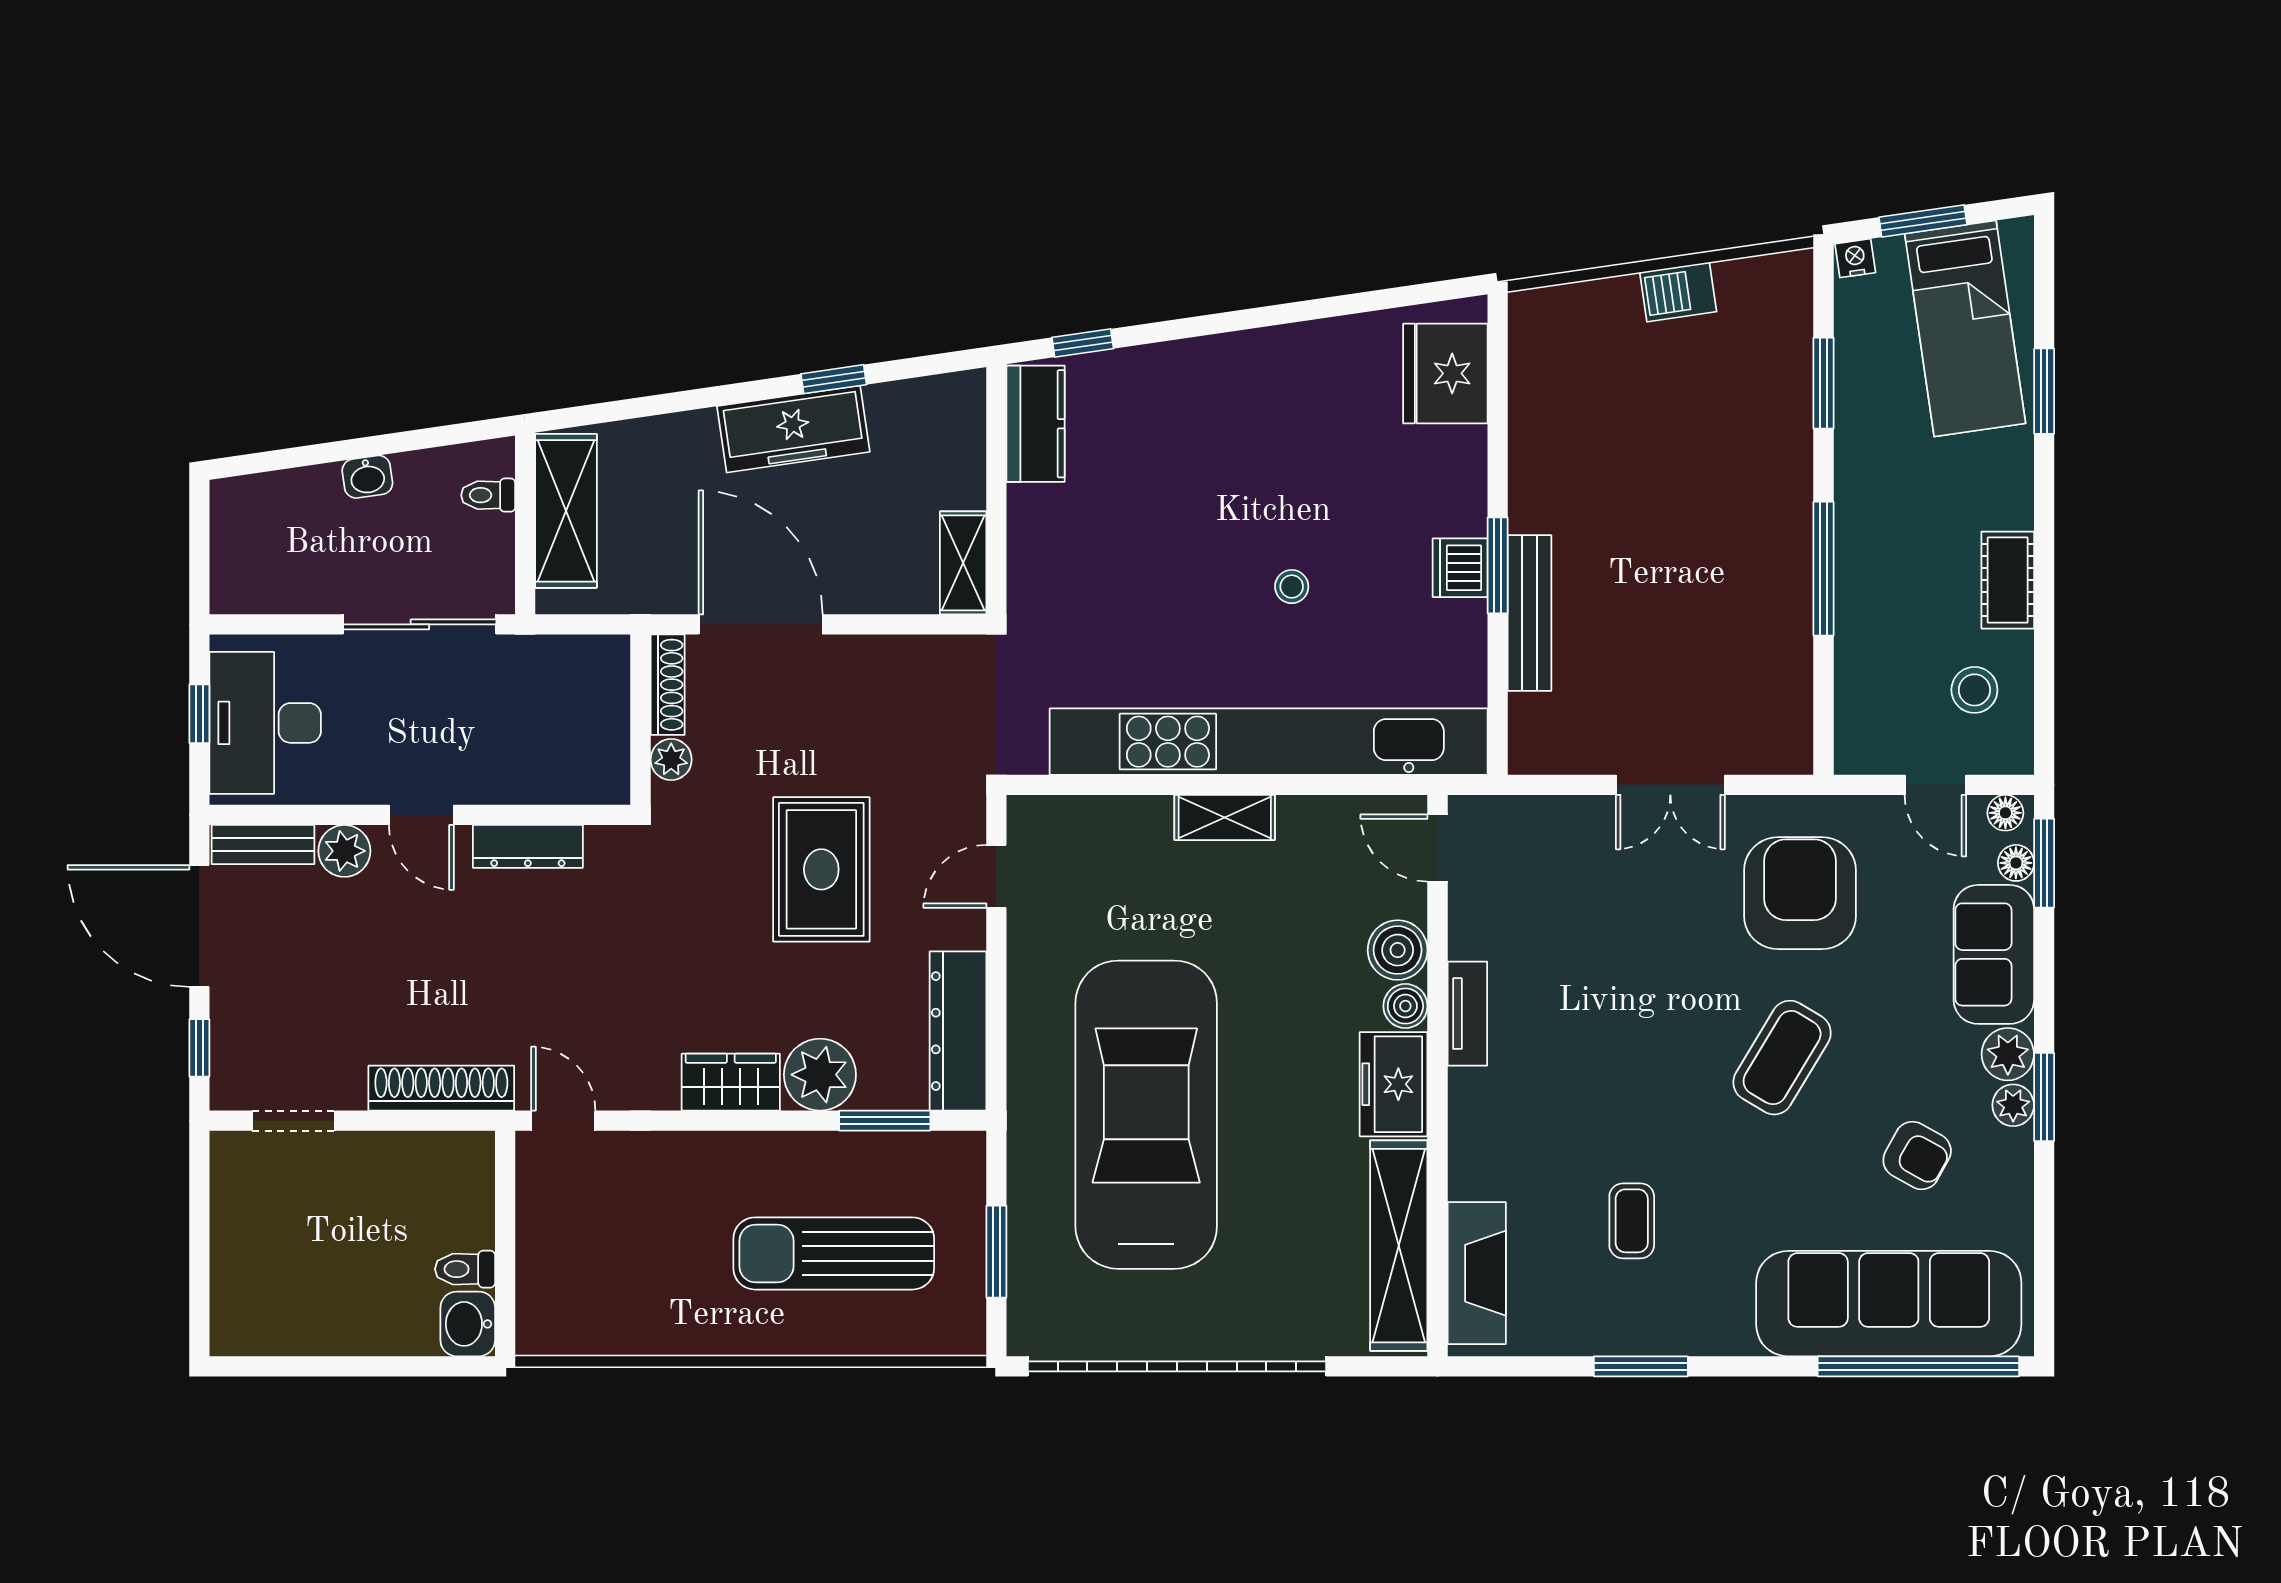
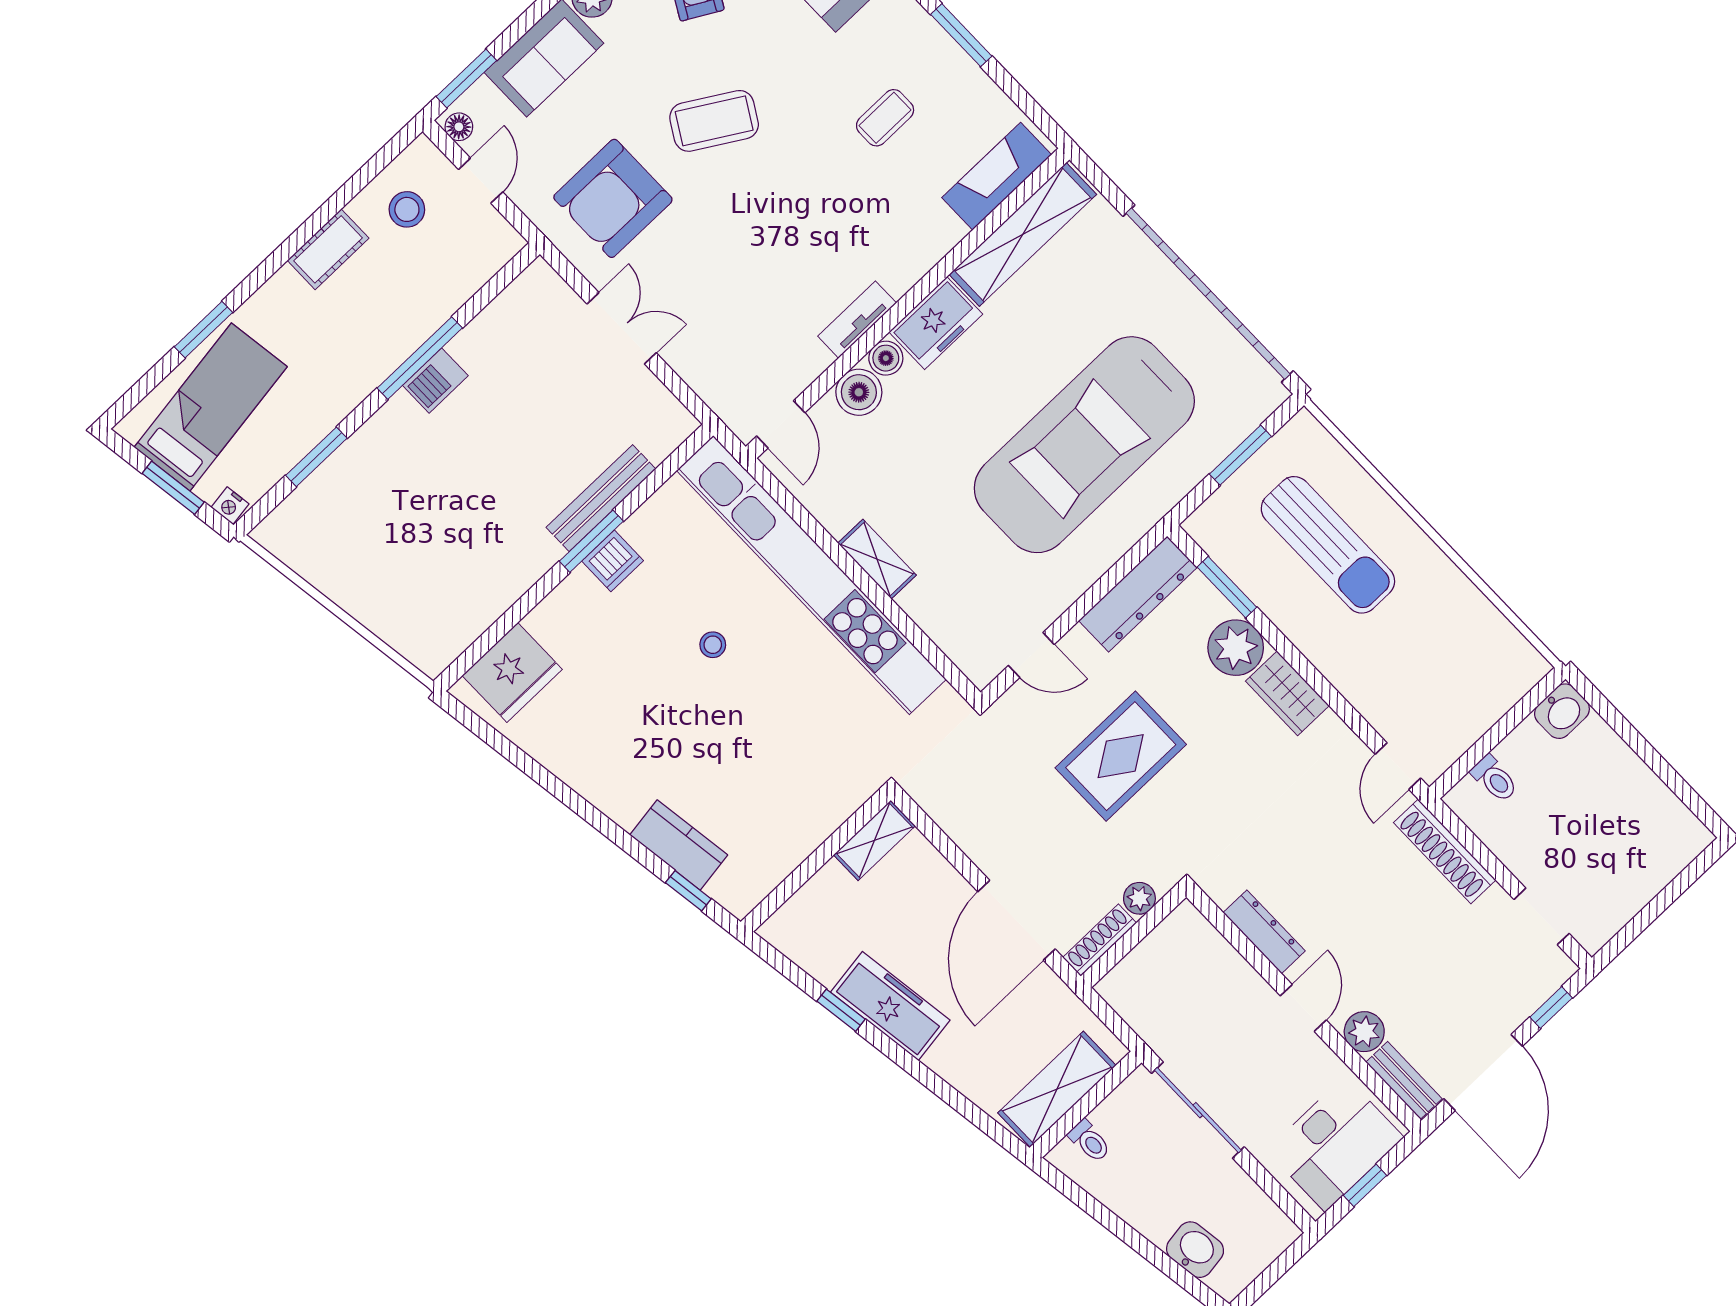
barbecue: (1678, 292) -> (435, 381), moved, turned 98
kitchen counter: (1036, 424) -> (679, 845), moved, turned 82
washbasin: (367, 477) -> (1195, 1250), moved, width x1.38, depth x1.45
floor lamp: (2016, 863) -> (481, 94), removed
toilet: (465, 1269) -> (1494, 779), moved

